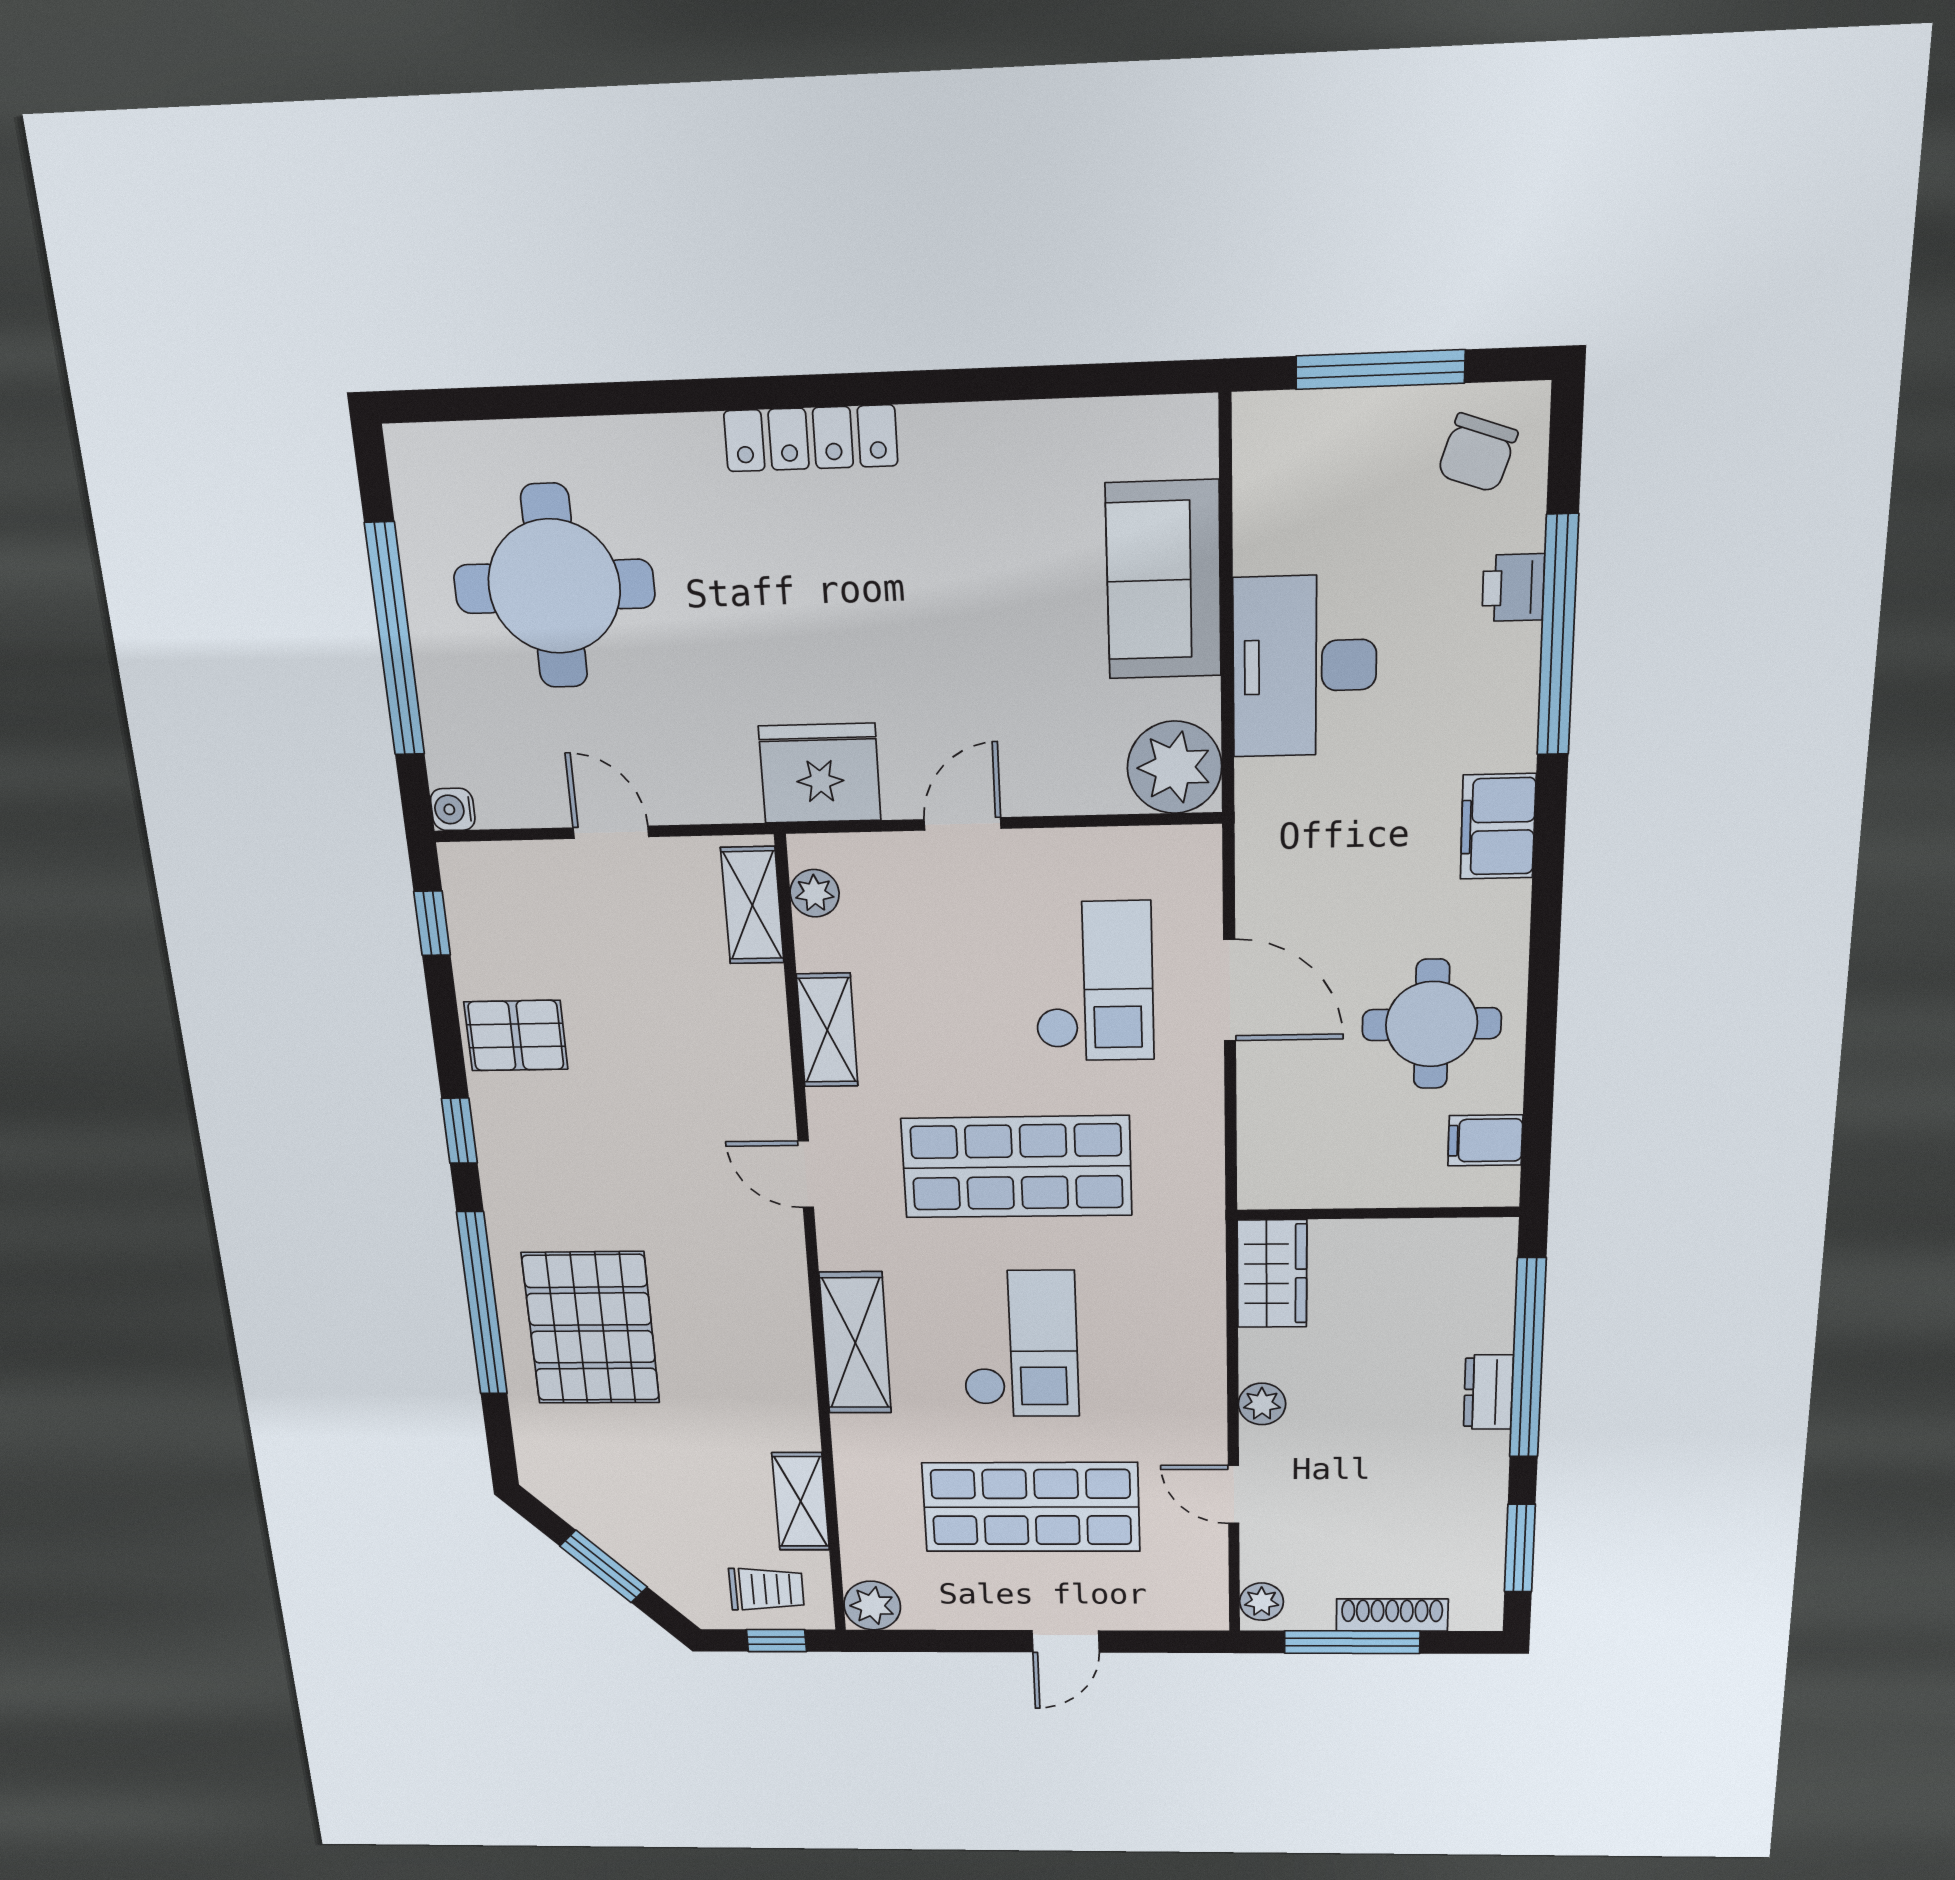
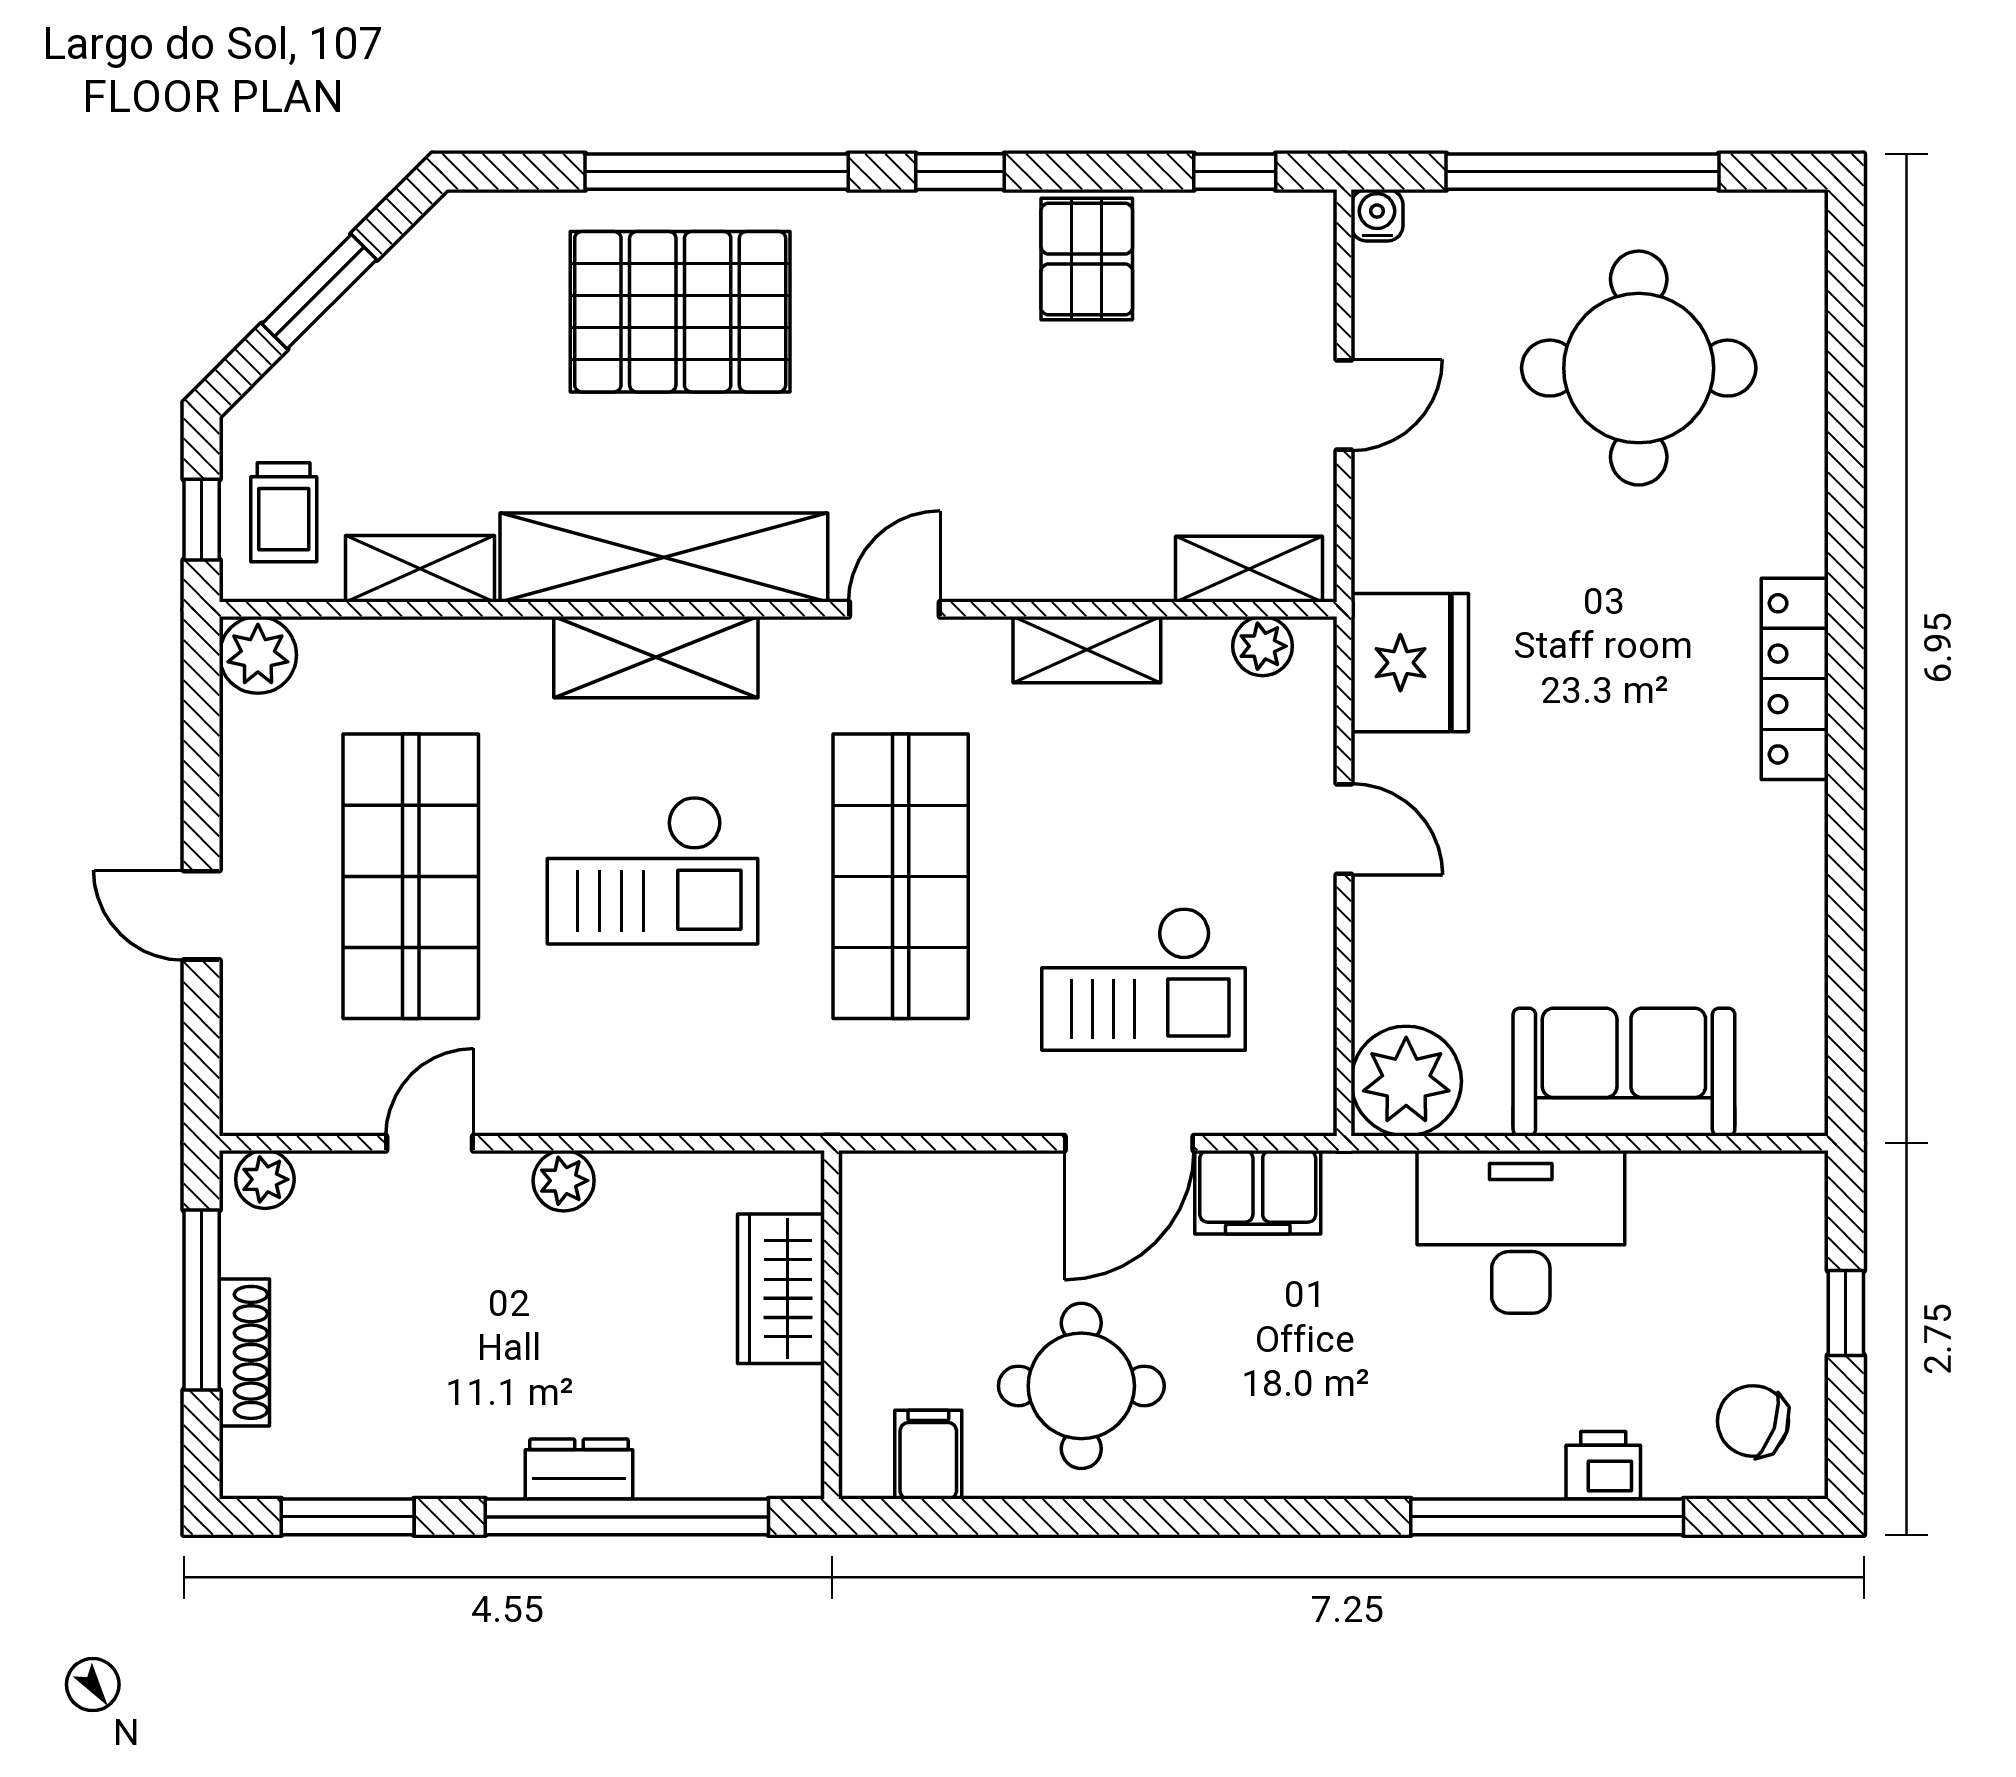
window: (1380, 370) -> (1846, 1313), width x0.46
filing cabinet: (1498, 826) -> (1258, 1192), moved, turned 180
wardrobe: (1272, 1274) -> (781, 1289), moved, turned 90
shelving: (779, 1338) -> (664, 558), added

